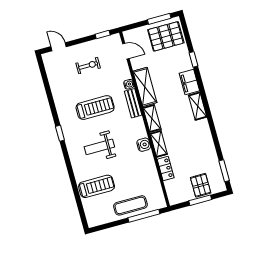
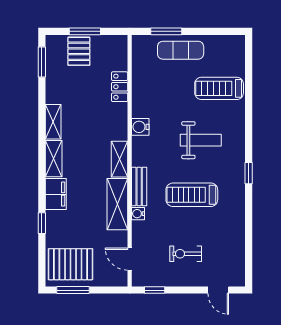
shelving: (159, 144) -> (53, 122), moved
window: (144, 216) -> (166, 31), width x0.69

